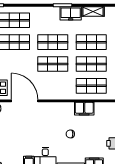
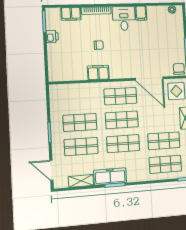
freezer: (71, 13) -> (110, 176), width x1.40
shop shelf: (91, 86) -> (120, 96), moved
filing cabinet: (84, 109) -> (98, 73), moved

